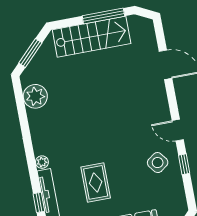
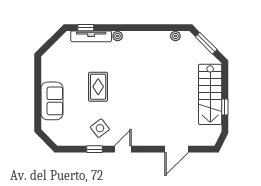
window: (103, 16) -> (225, 107), width x0.46
plant: (35, 96) -> (175, 36), width x0.53, depth x0.53
rug: (96, 182) -> (98, 87), moved, turned 90

